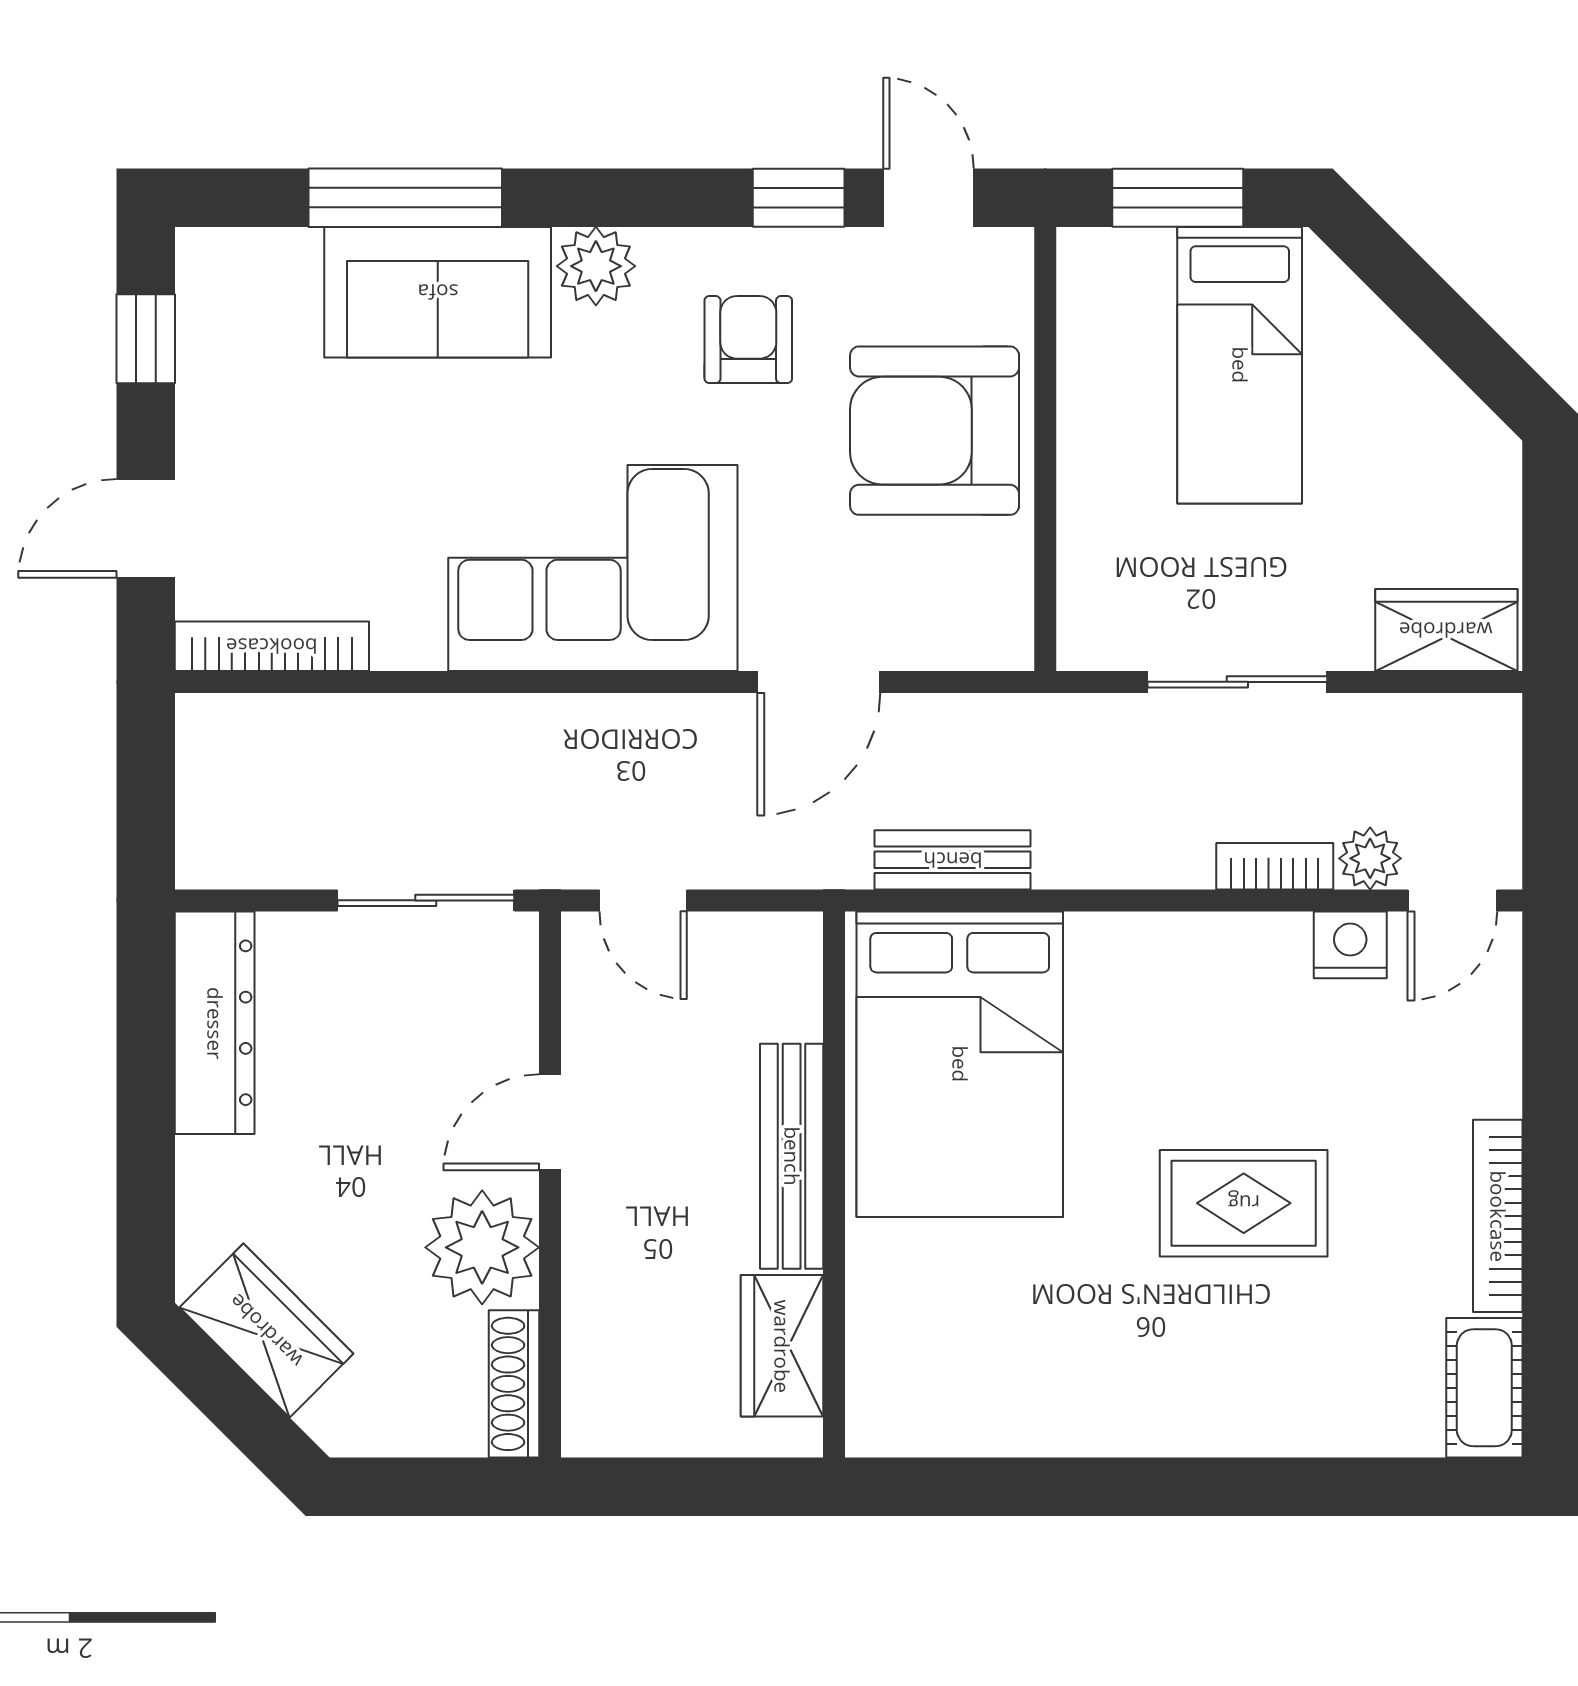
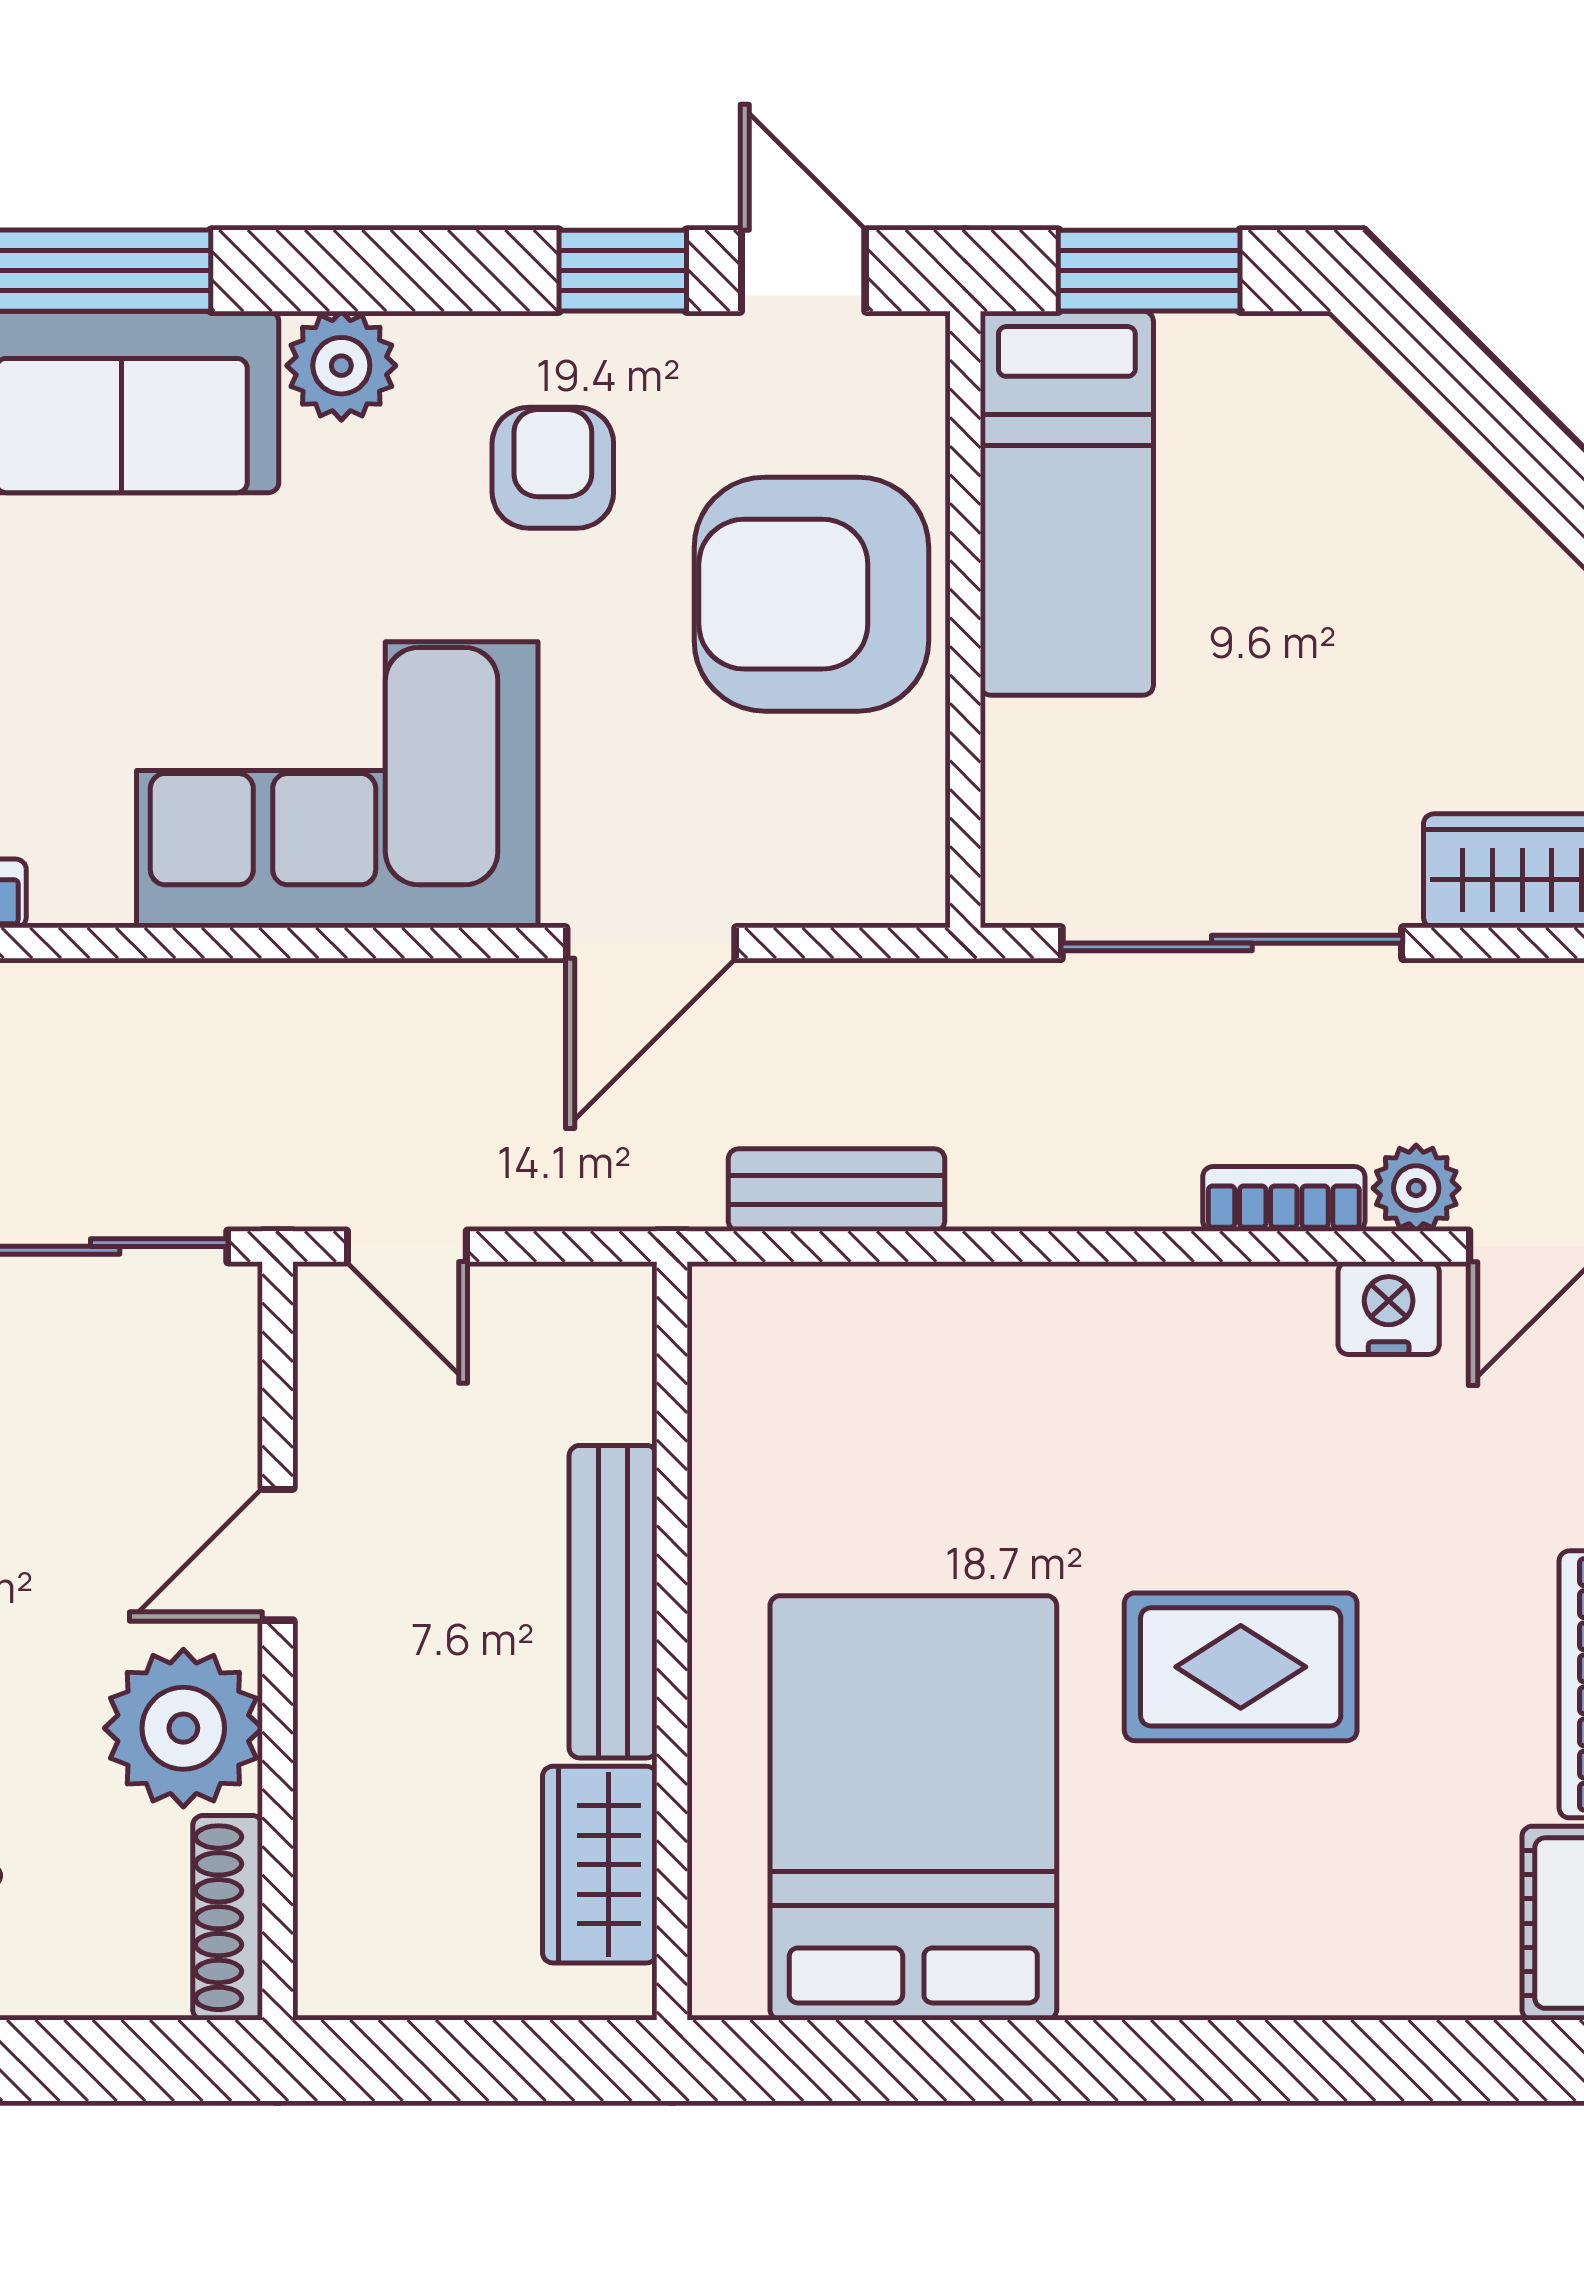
bed: (1240, 365) -> (1067, 503), moved
sliding door: (1237, 682) -> (1232, 943), width x1.37
bed: (960, 1064) -> (913, 1808), moved, turned 180

